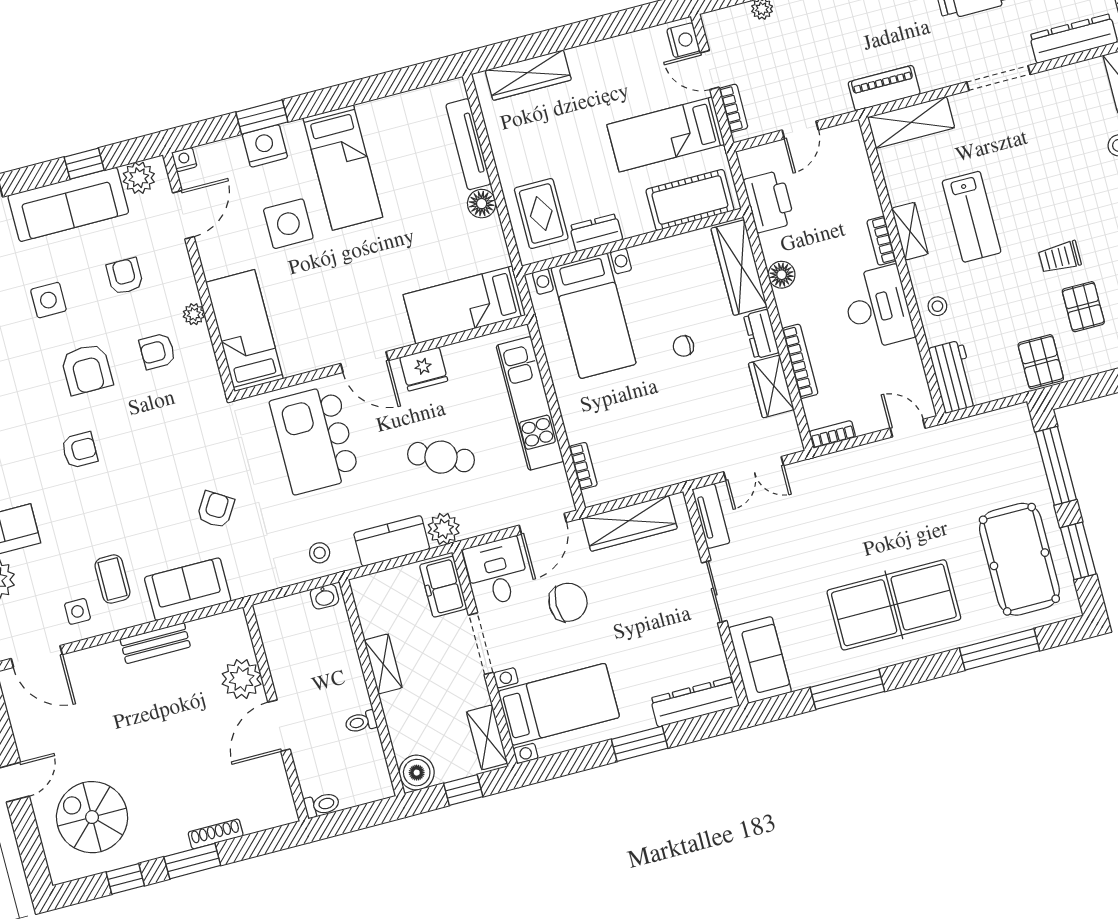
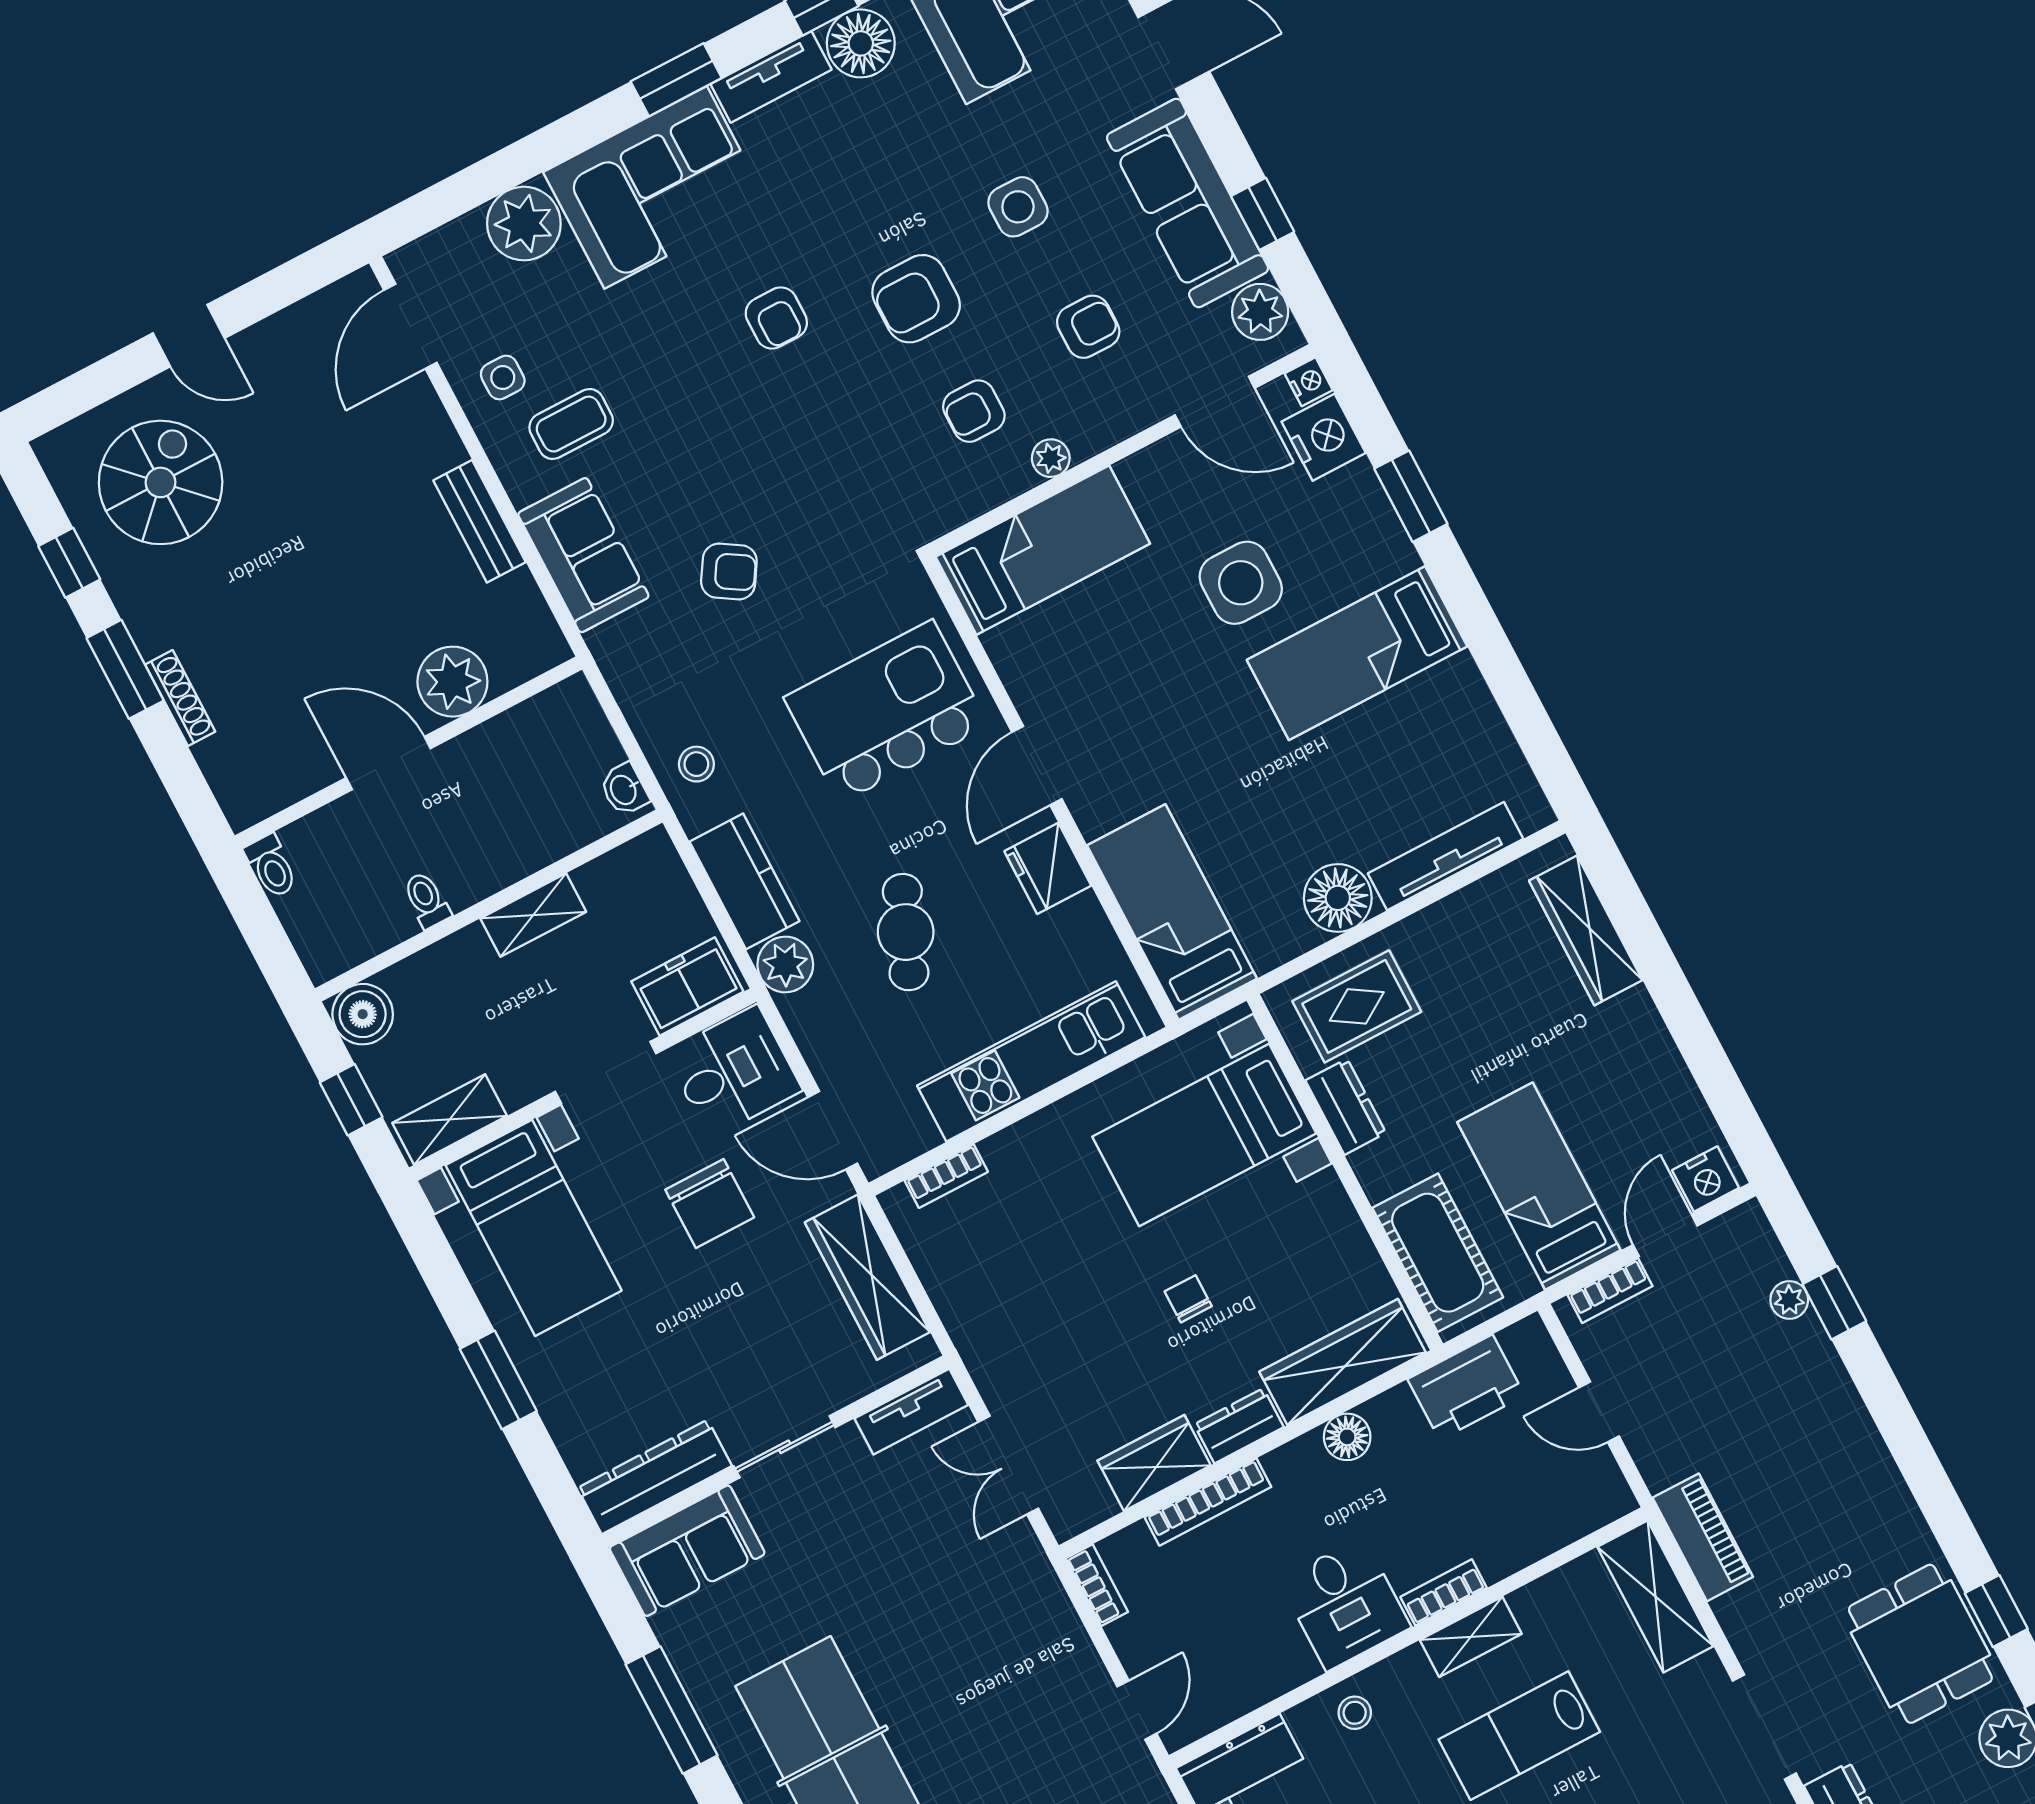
nightstand: (265, 146) -> (1324, 437), moved
floor lamp: (482, 204) -> (1338, 898), width x1.38, depth x1.38
desk: (878, 308) -> (1345, 1604), width x0.73
armchair: (157, 351) -> (974, 411), turned -90
dresser: (695, 702) -> (655, 1477), moved, turned -90

